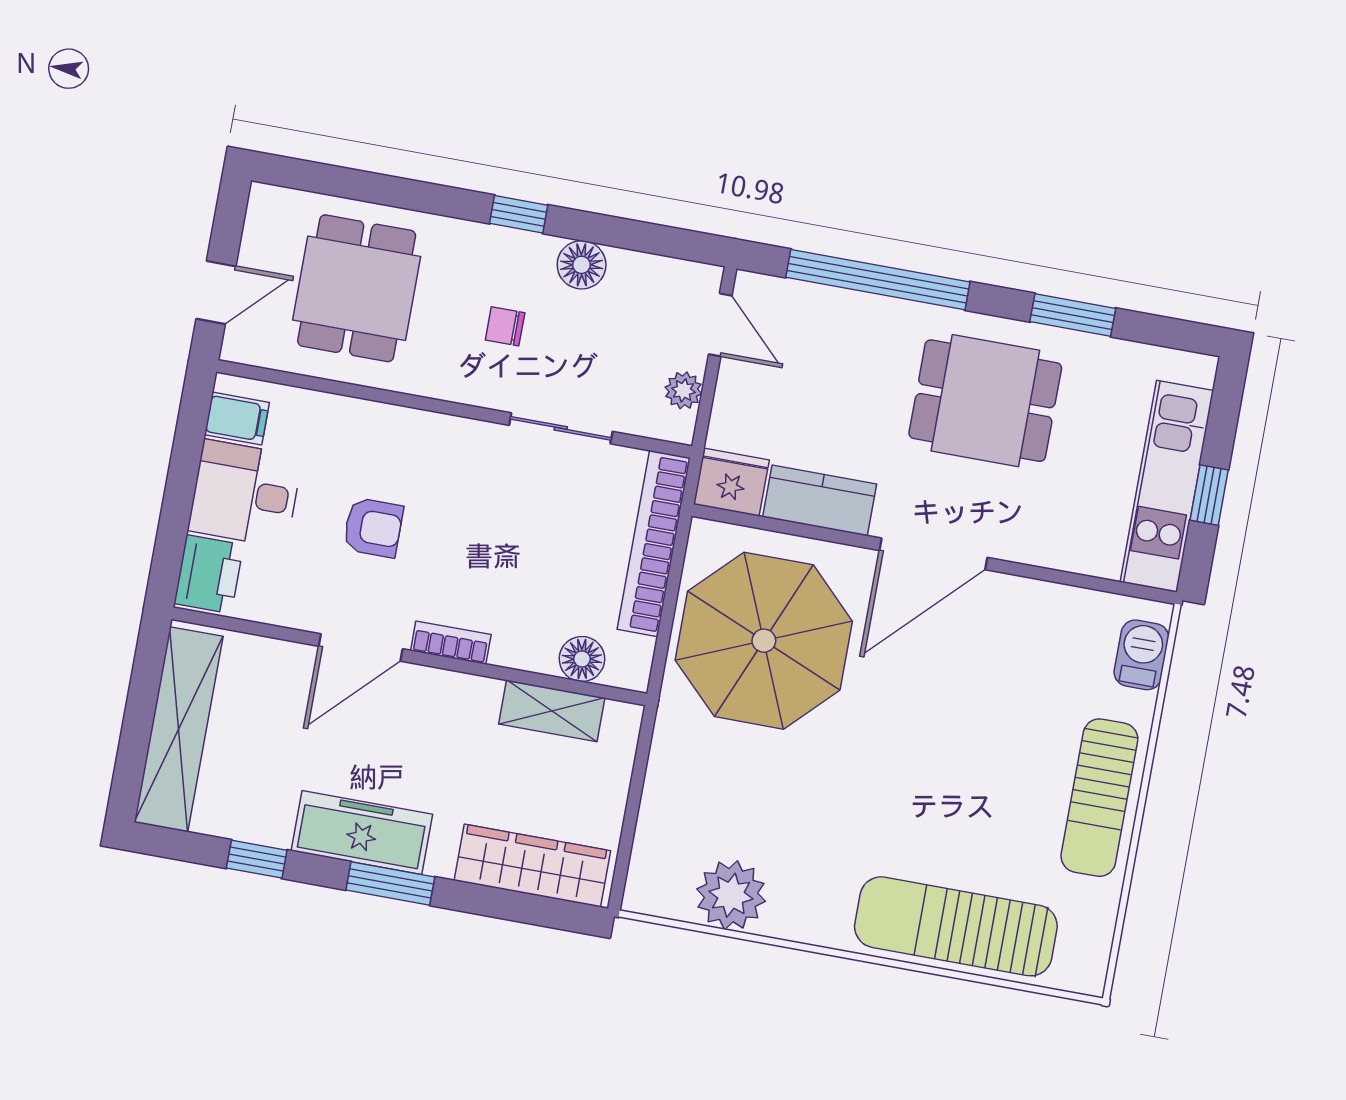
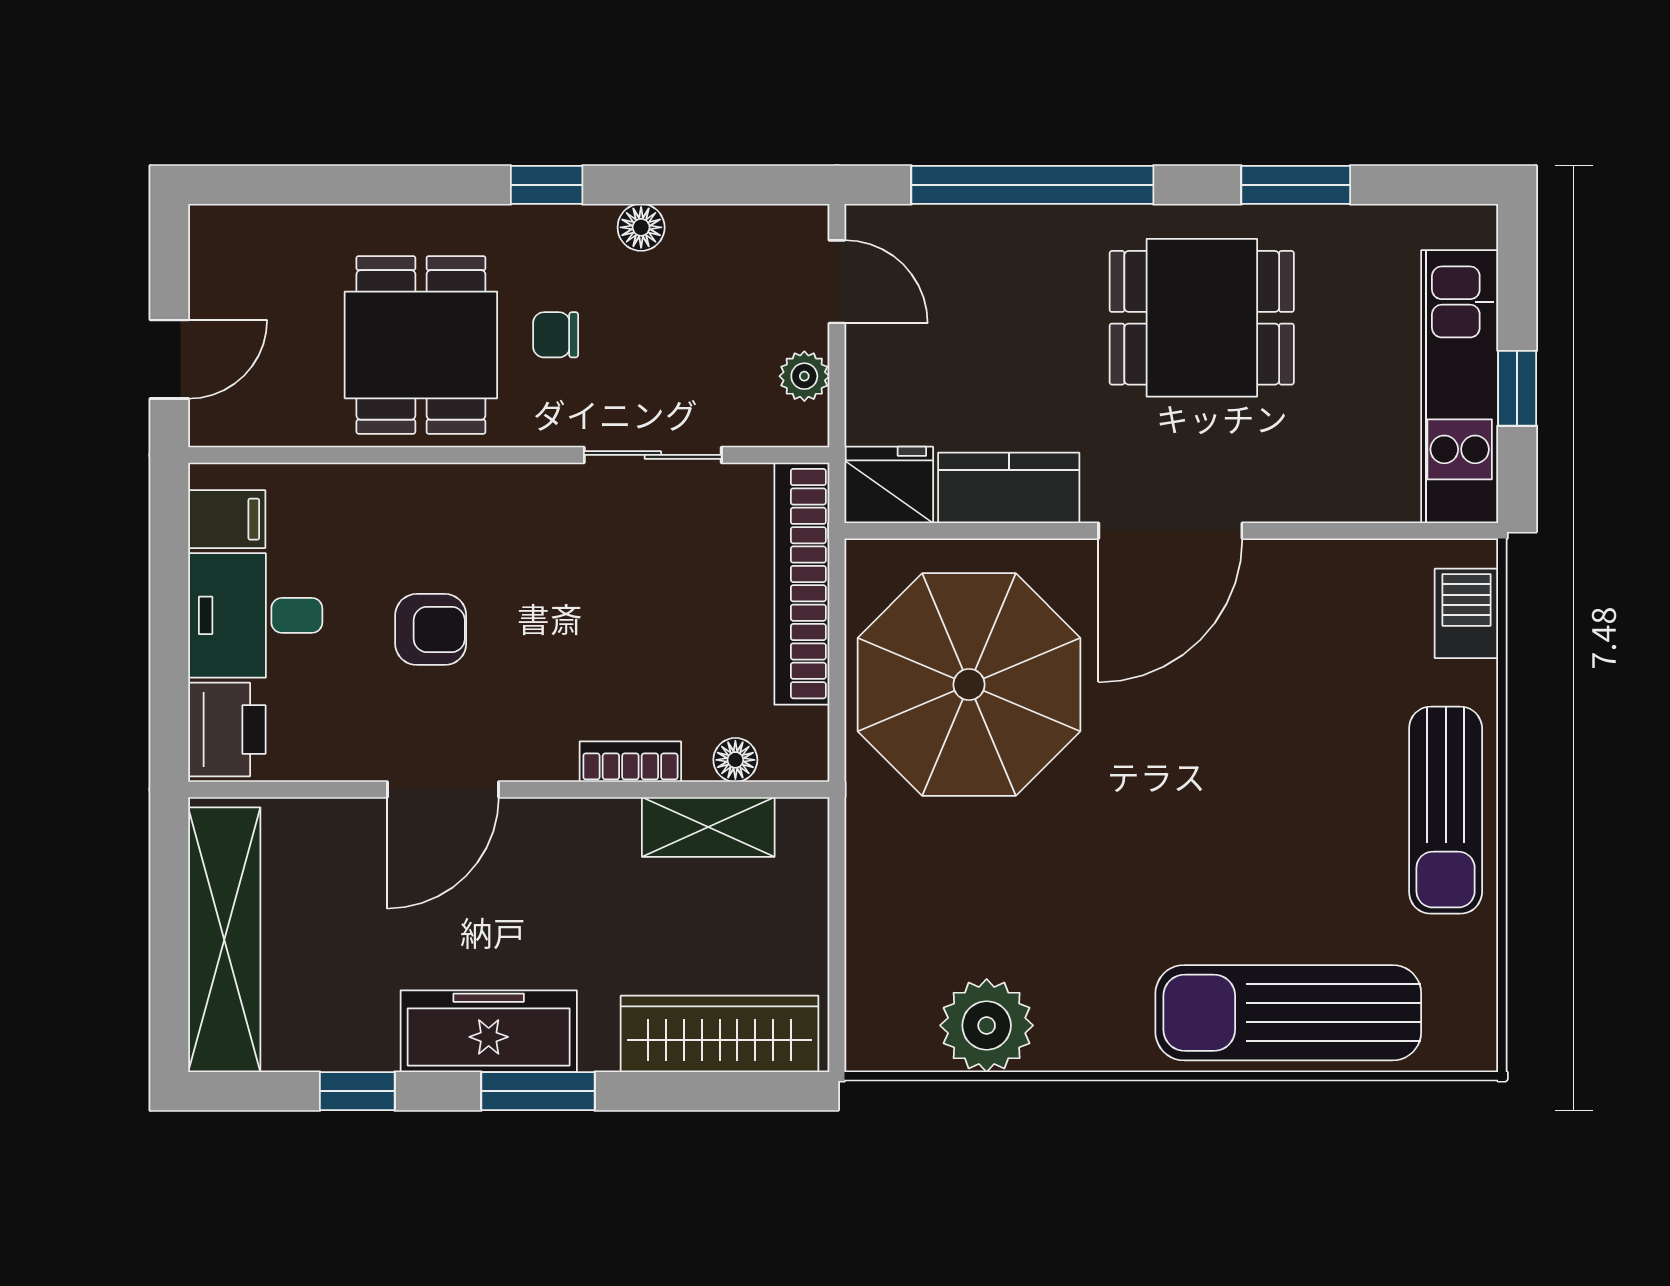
floor lamp: (582, 265) -> (641, 227), width x0.73, depth x0.73
dining table: (357, 288) -> (421, 345), moved
bookcase: (451, 643) -> (630, 762), moved
floor lamp: (582, 659) -> (735, 760), width x0.73, depth x0.73

